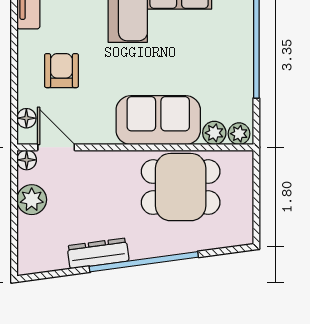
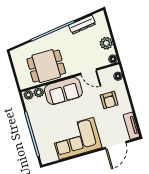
door: (56, 147) -> (89, 72), moved
dresser: (98, 253) -> (82, 25), moved

